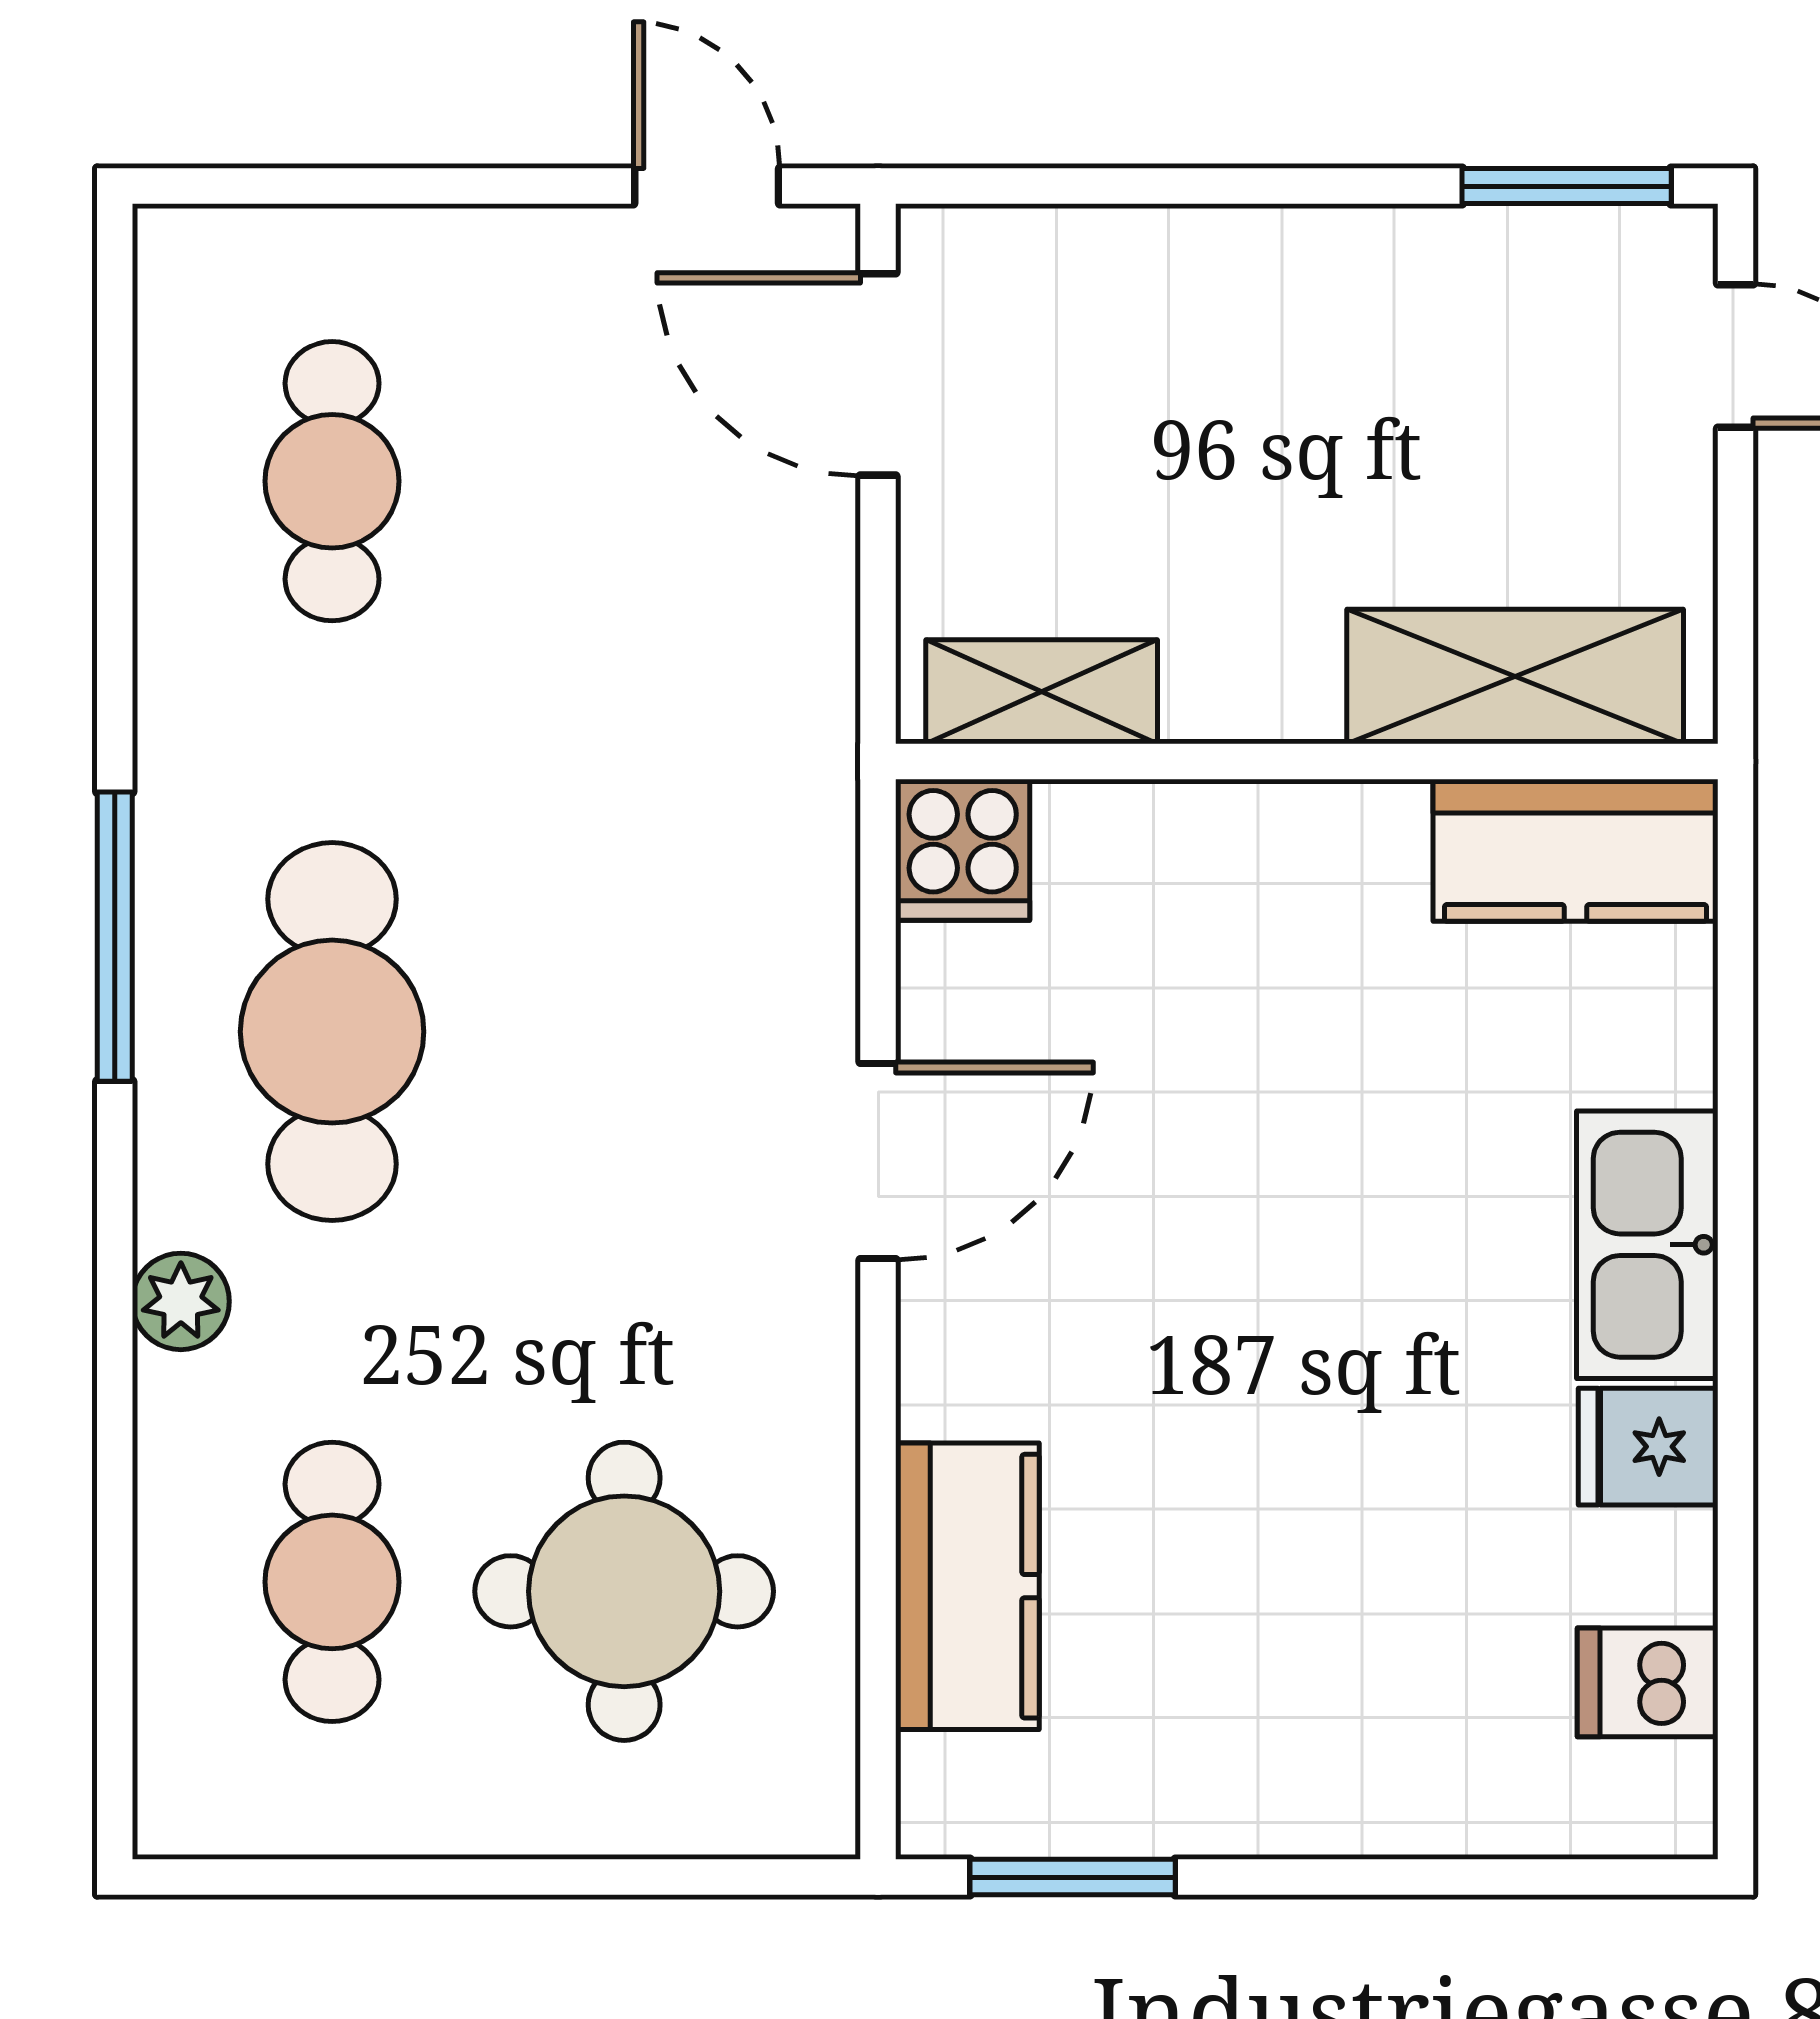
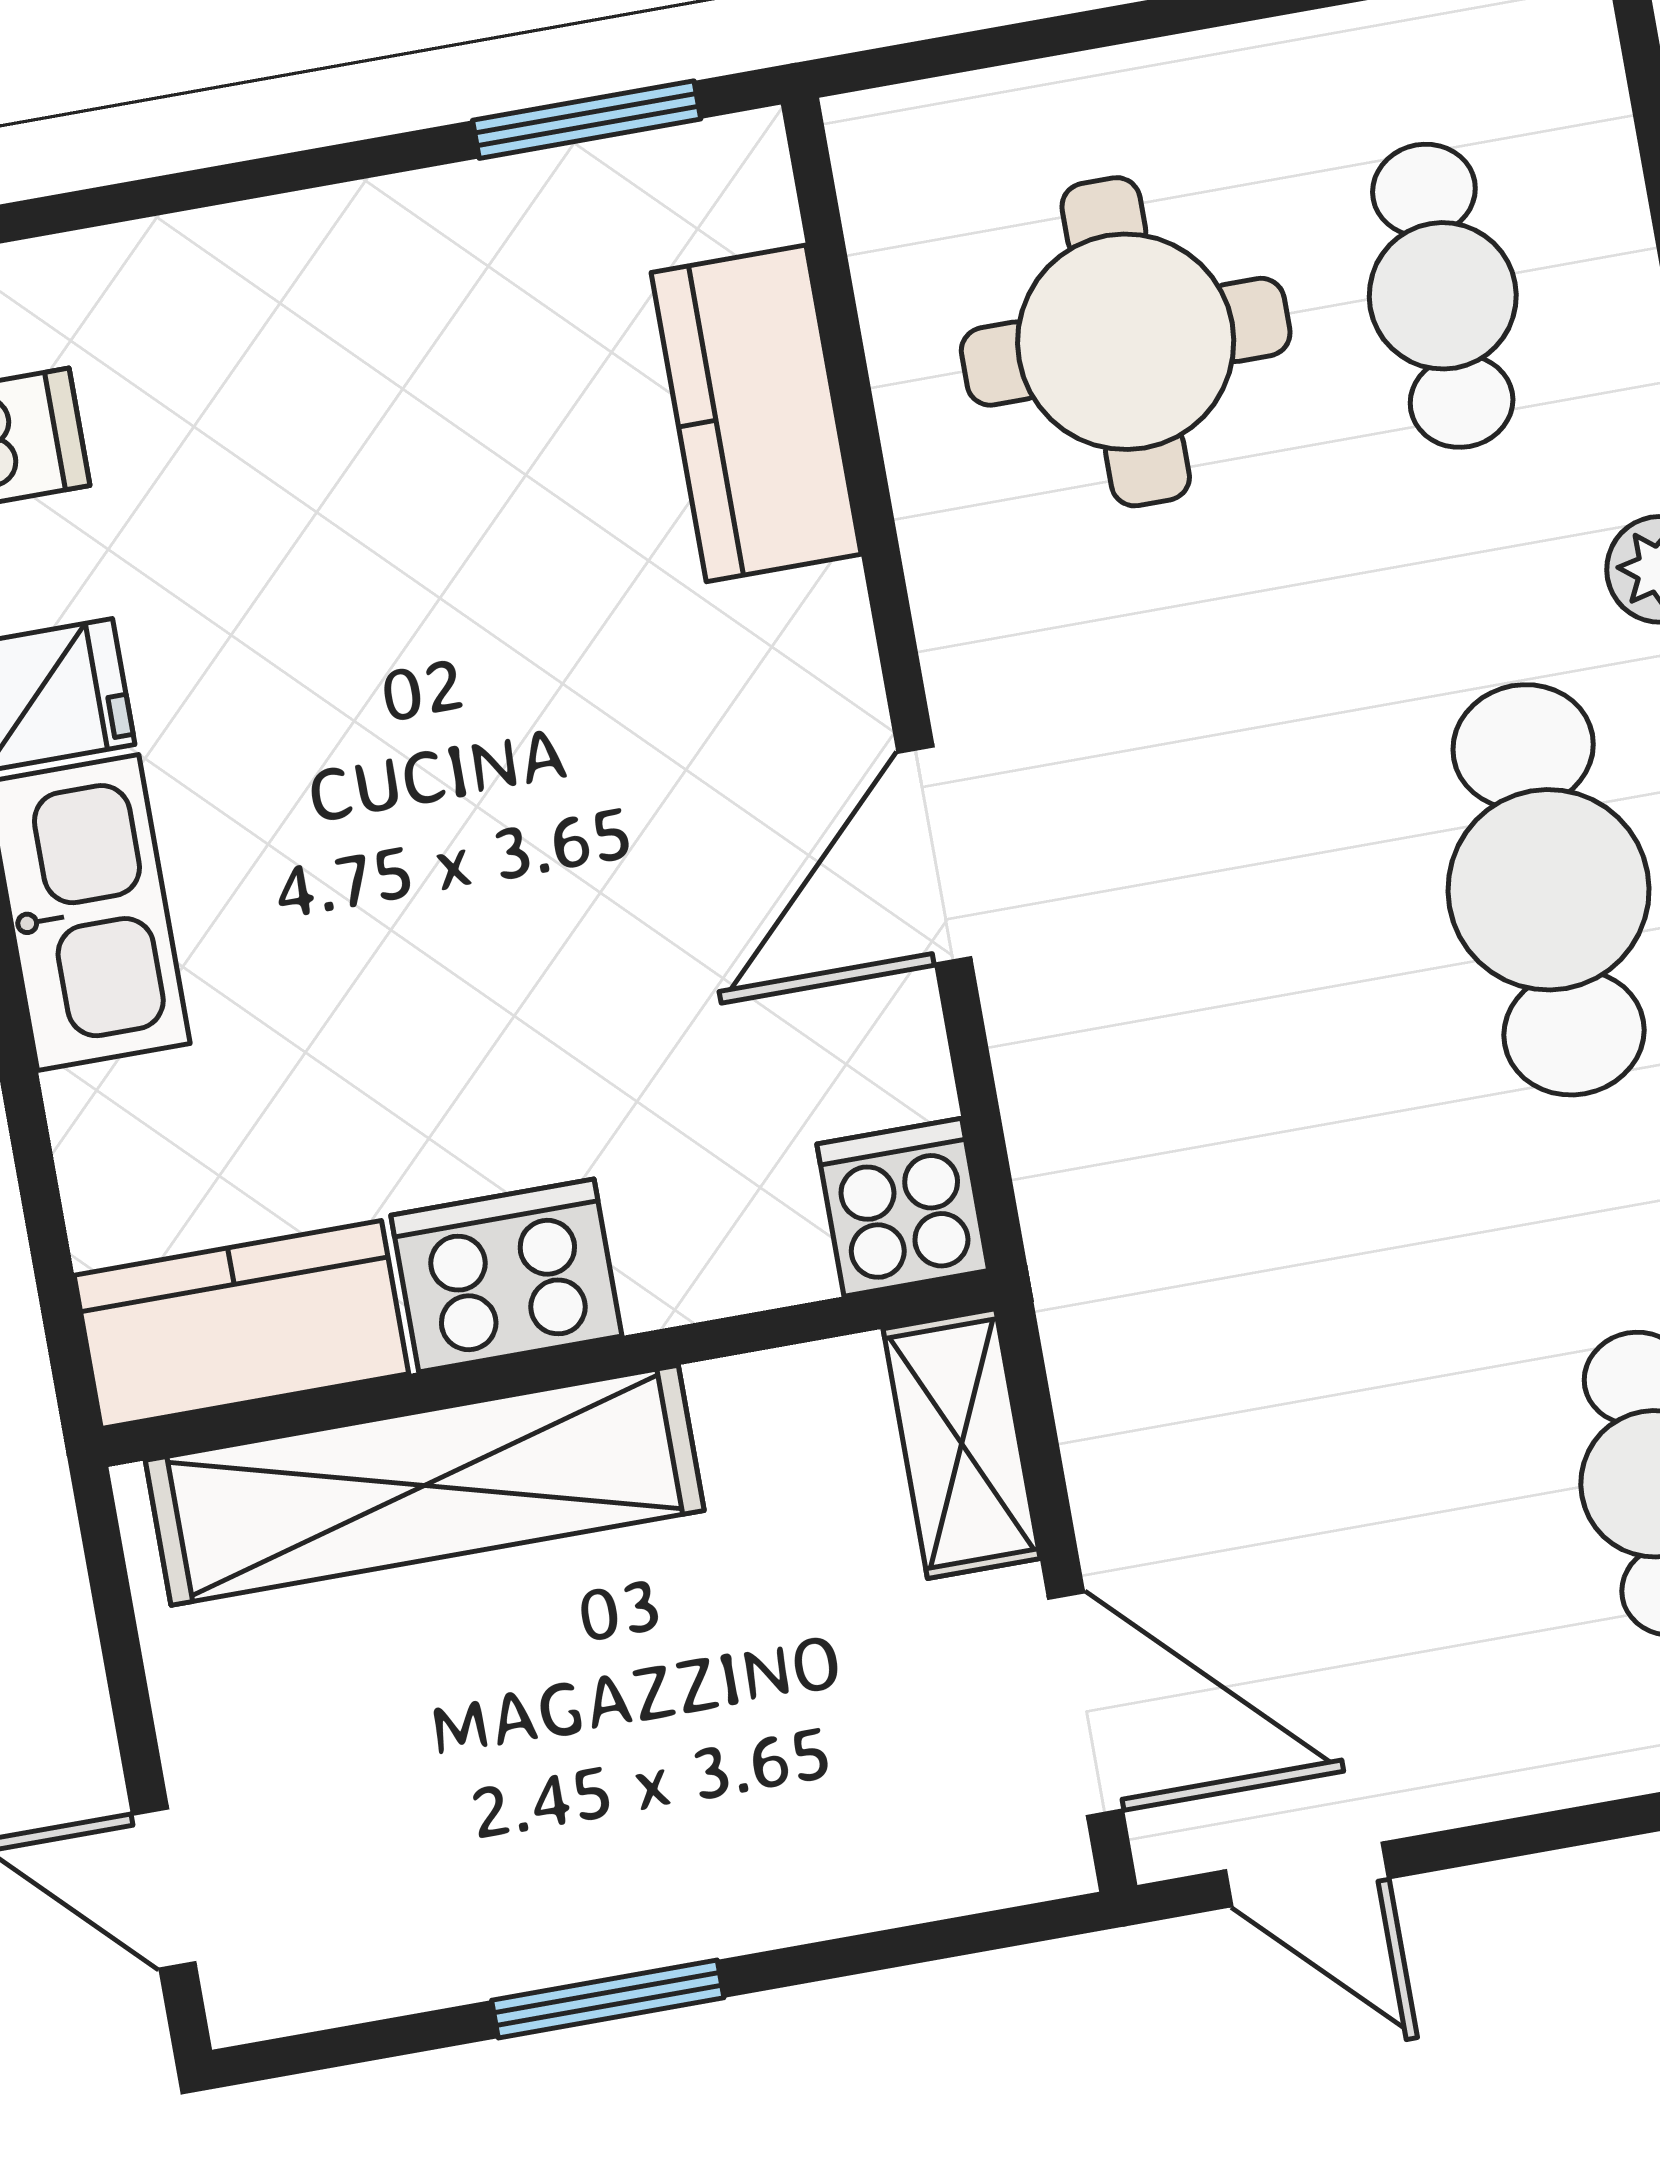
window: (1567, 186) -> (608, 1999), moved
shelving: (1515, 677) -> (425, 1485), width x1.47
shelving: (1042, 692) -> (962, 1444), moved, turned 90
cooker: (1330, 852) -> (506, 1276), added

